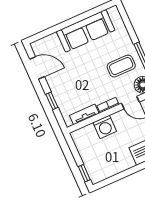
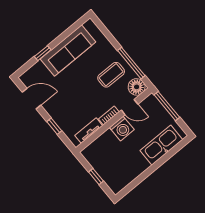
window: (60, 27) -> (43, 53), added
washing machine: (105, 127) -> (122, 129), moved
window: (84, 173) -> (96, 177), moved

